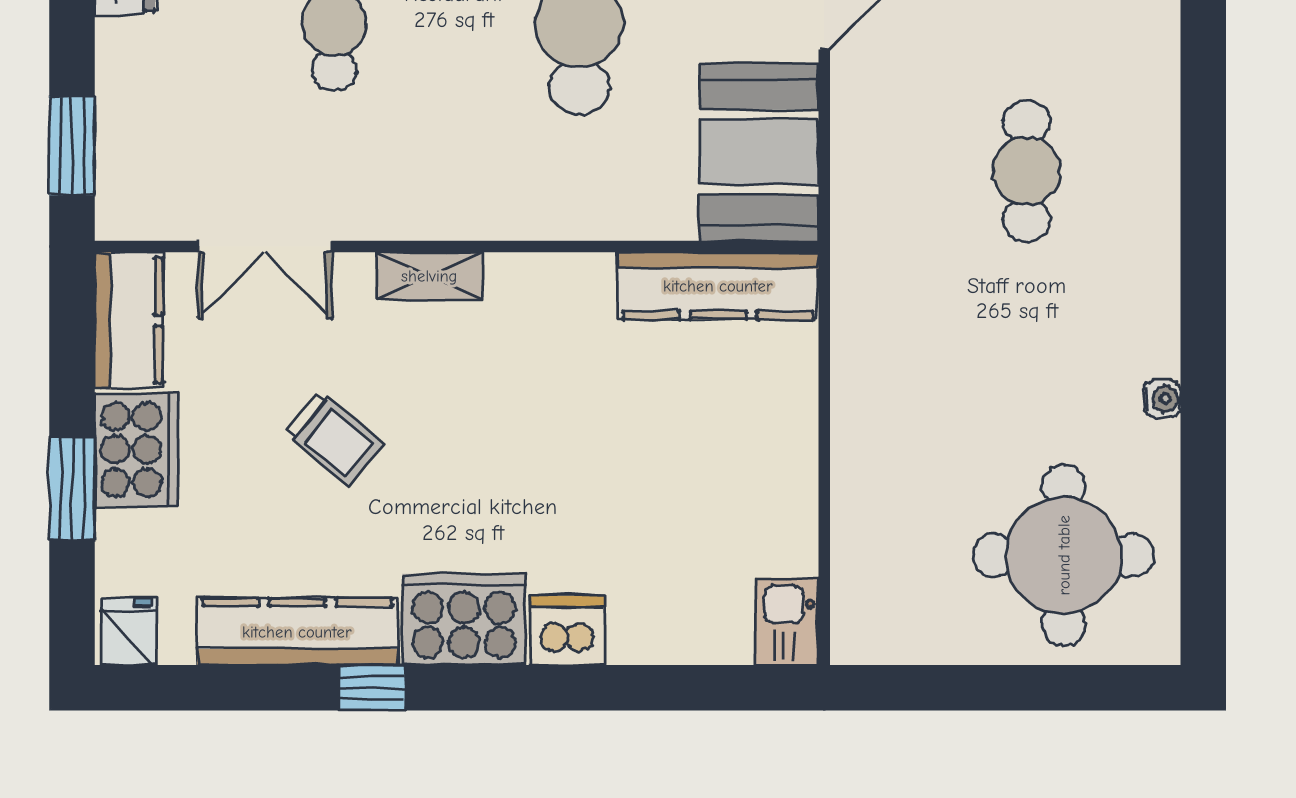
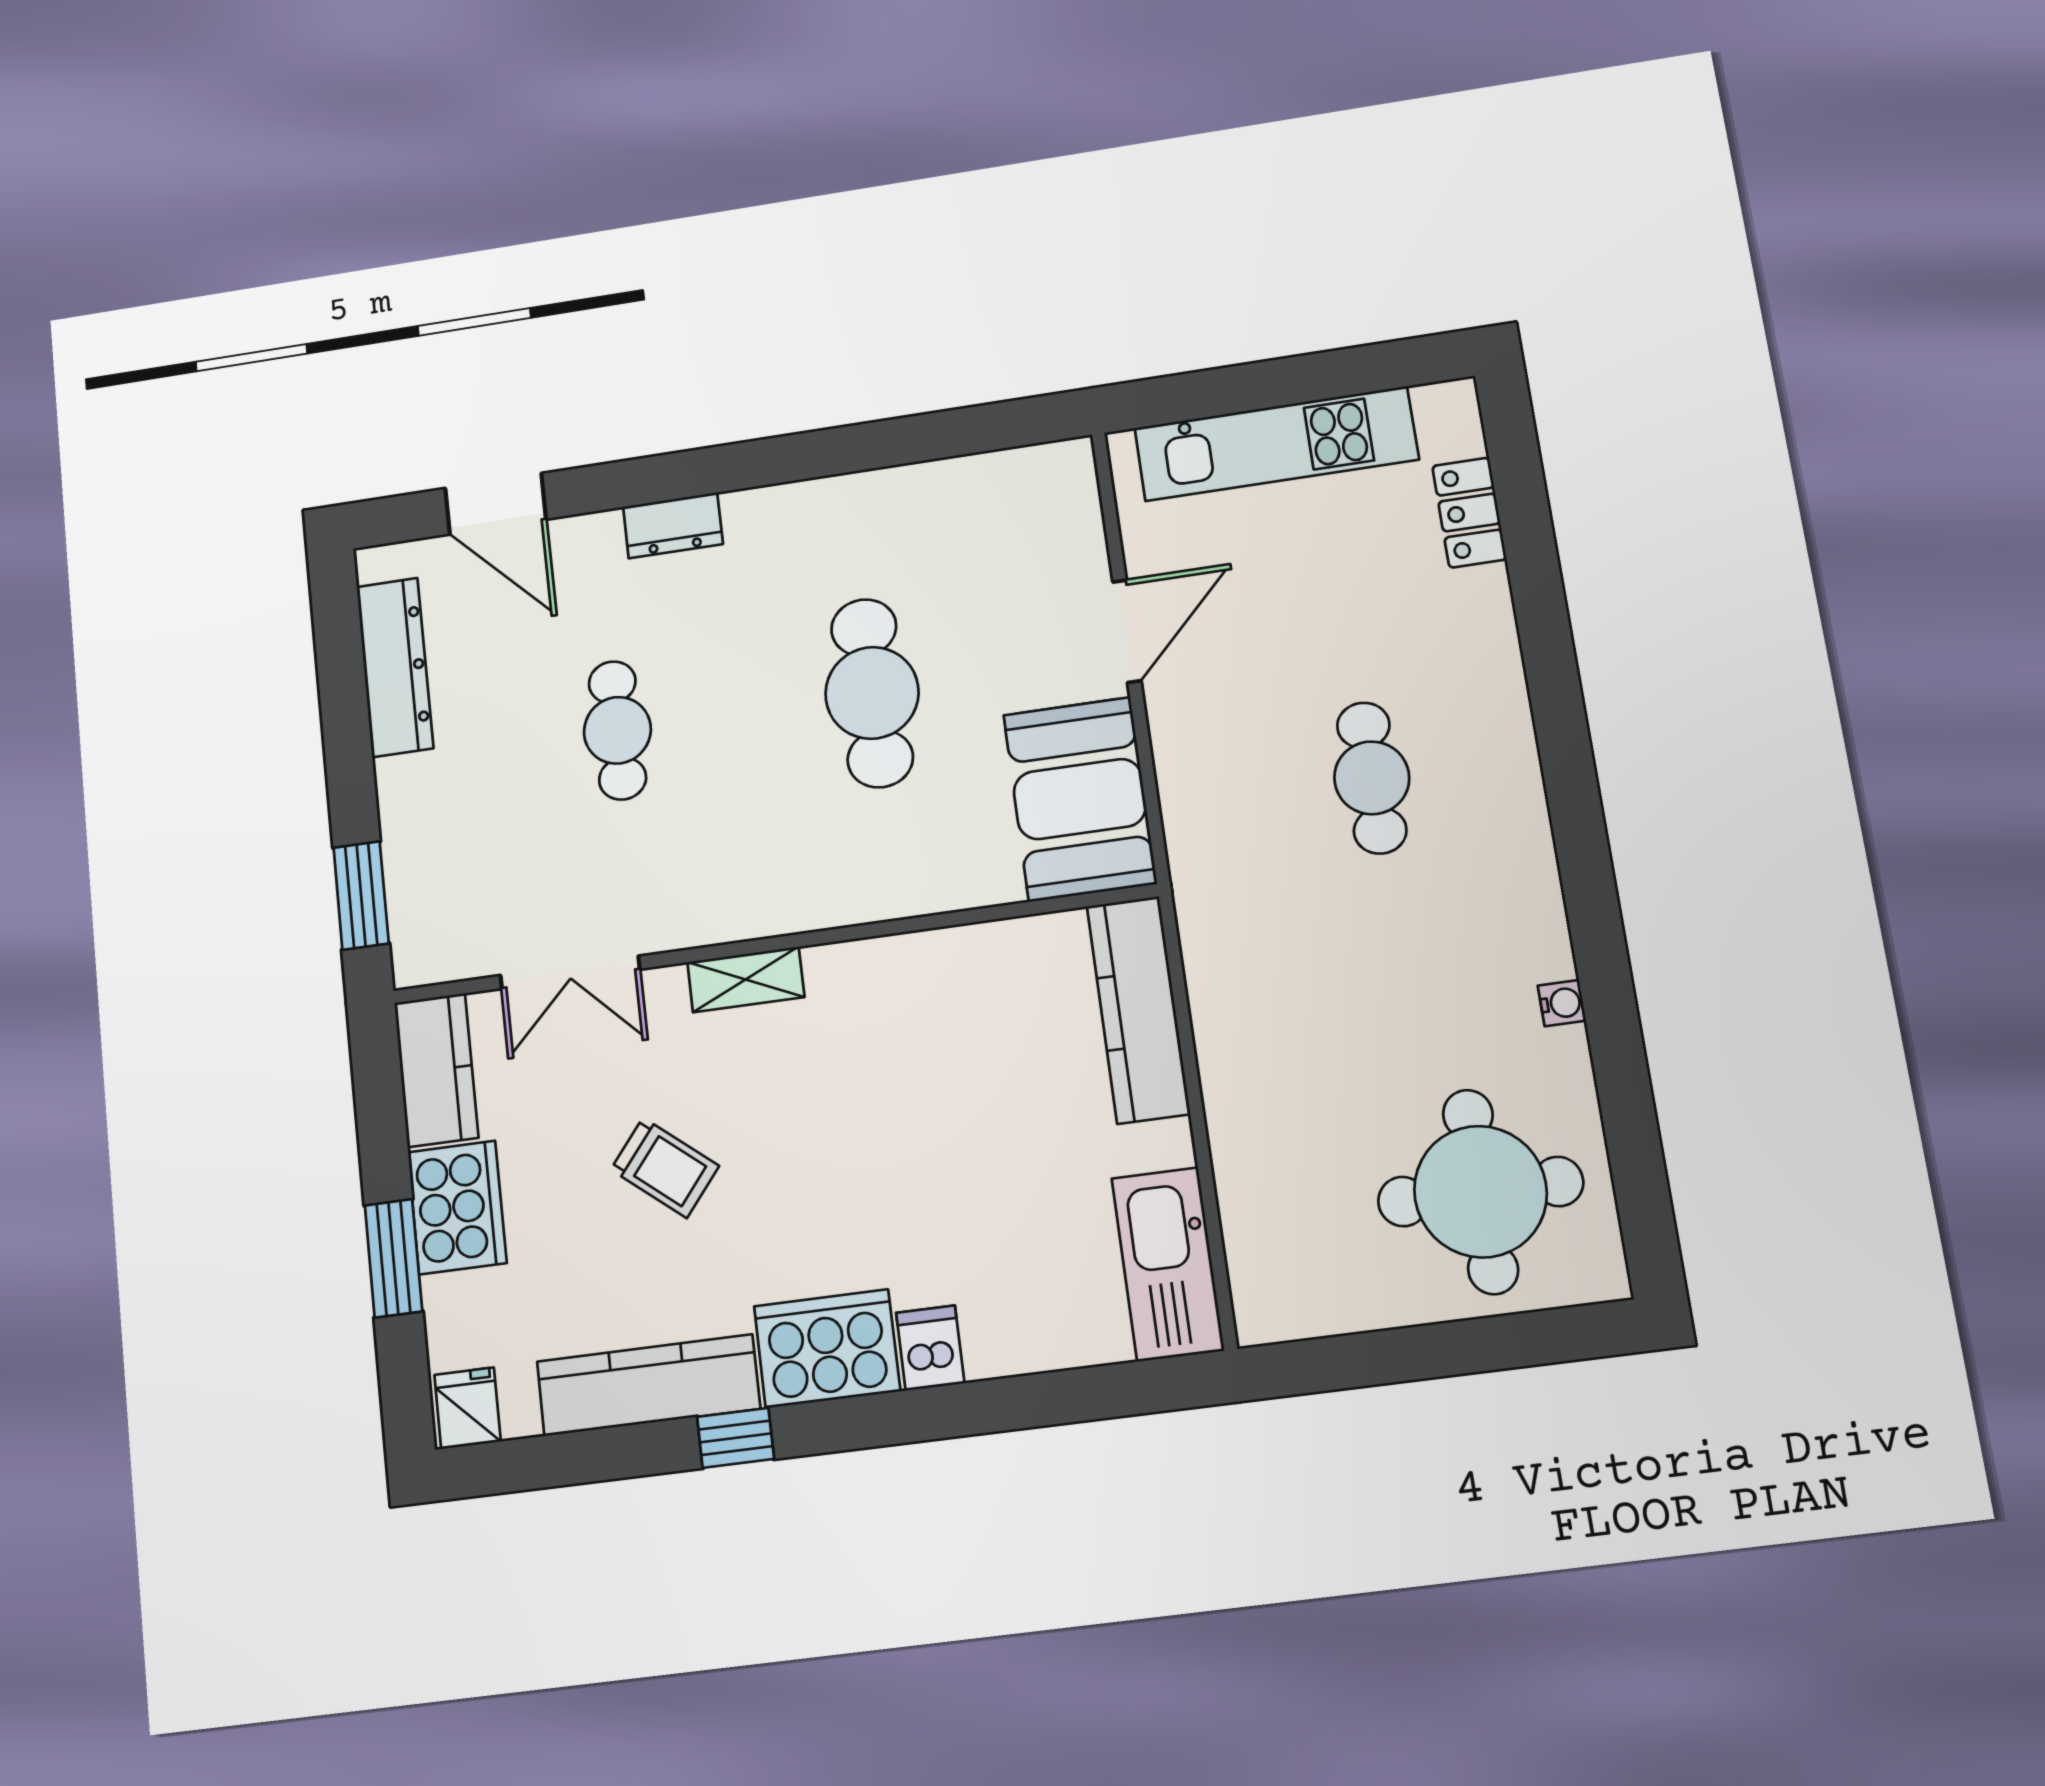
kitchen counter: (718, 286) -> (1138, 1010), moved, turned 90
kitchen sink: (787, 621) -> (1168, 1264), width x1.88, depth x1.24
dishwasher: (568, 630) -> (930, 1348), width x0.73

